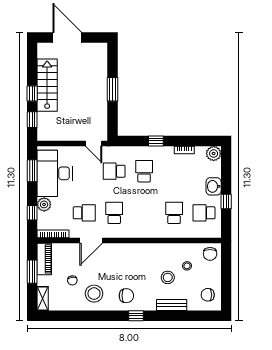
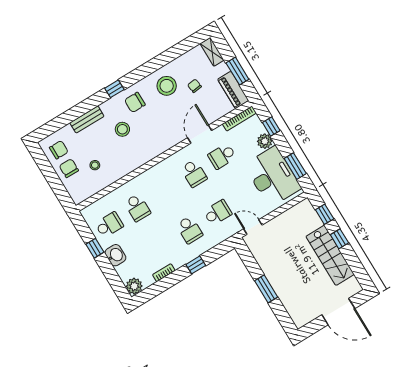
chair: (210, 254) -> (69, 168), moved
stool: (168, 277) -> (122, 129), moved

